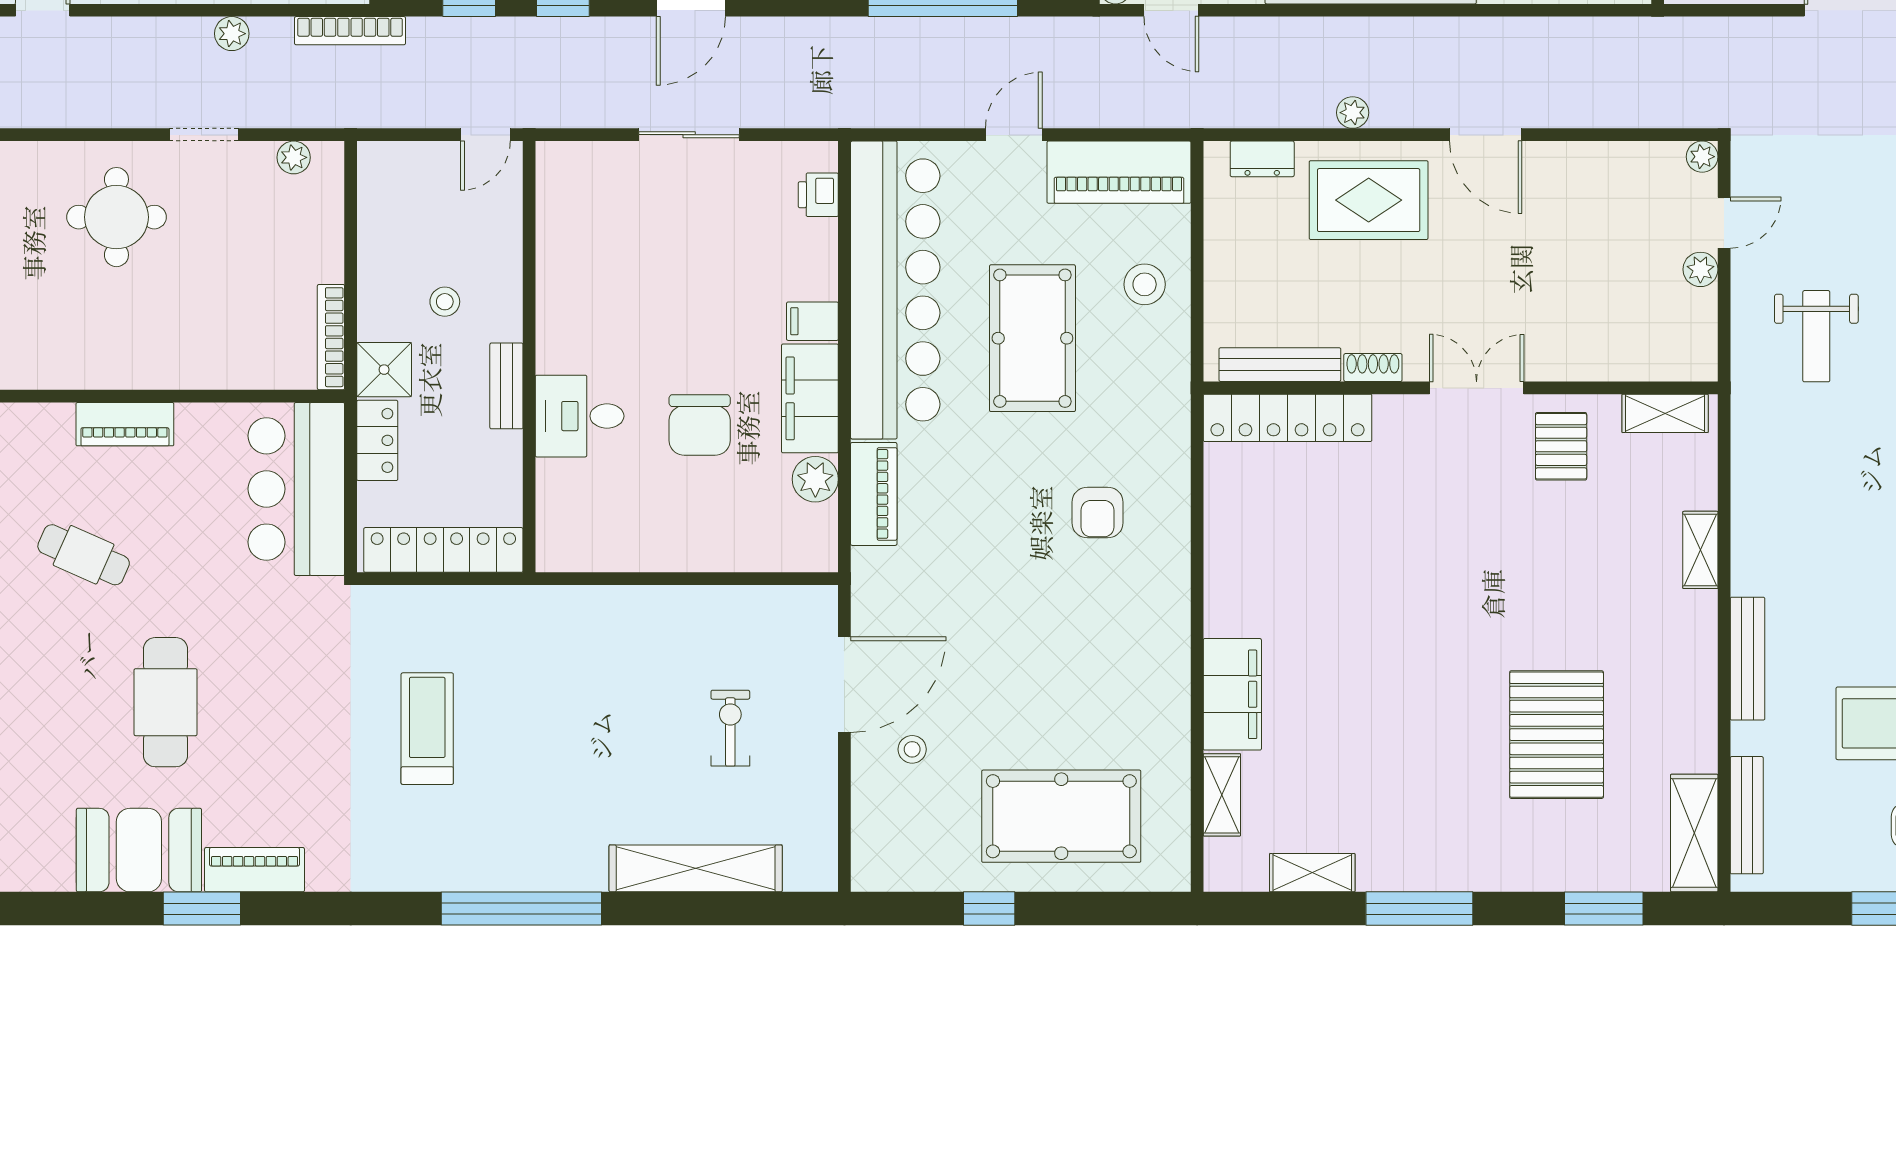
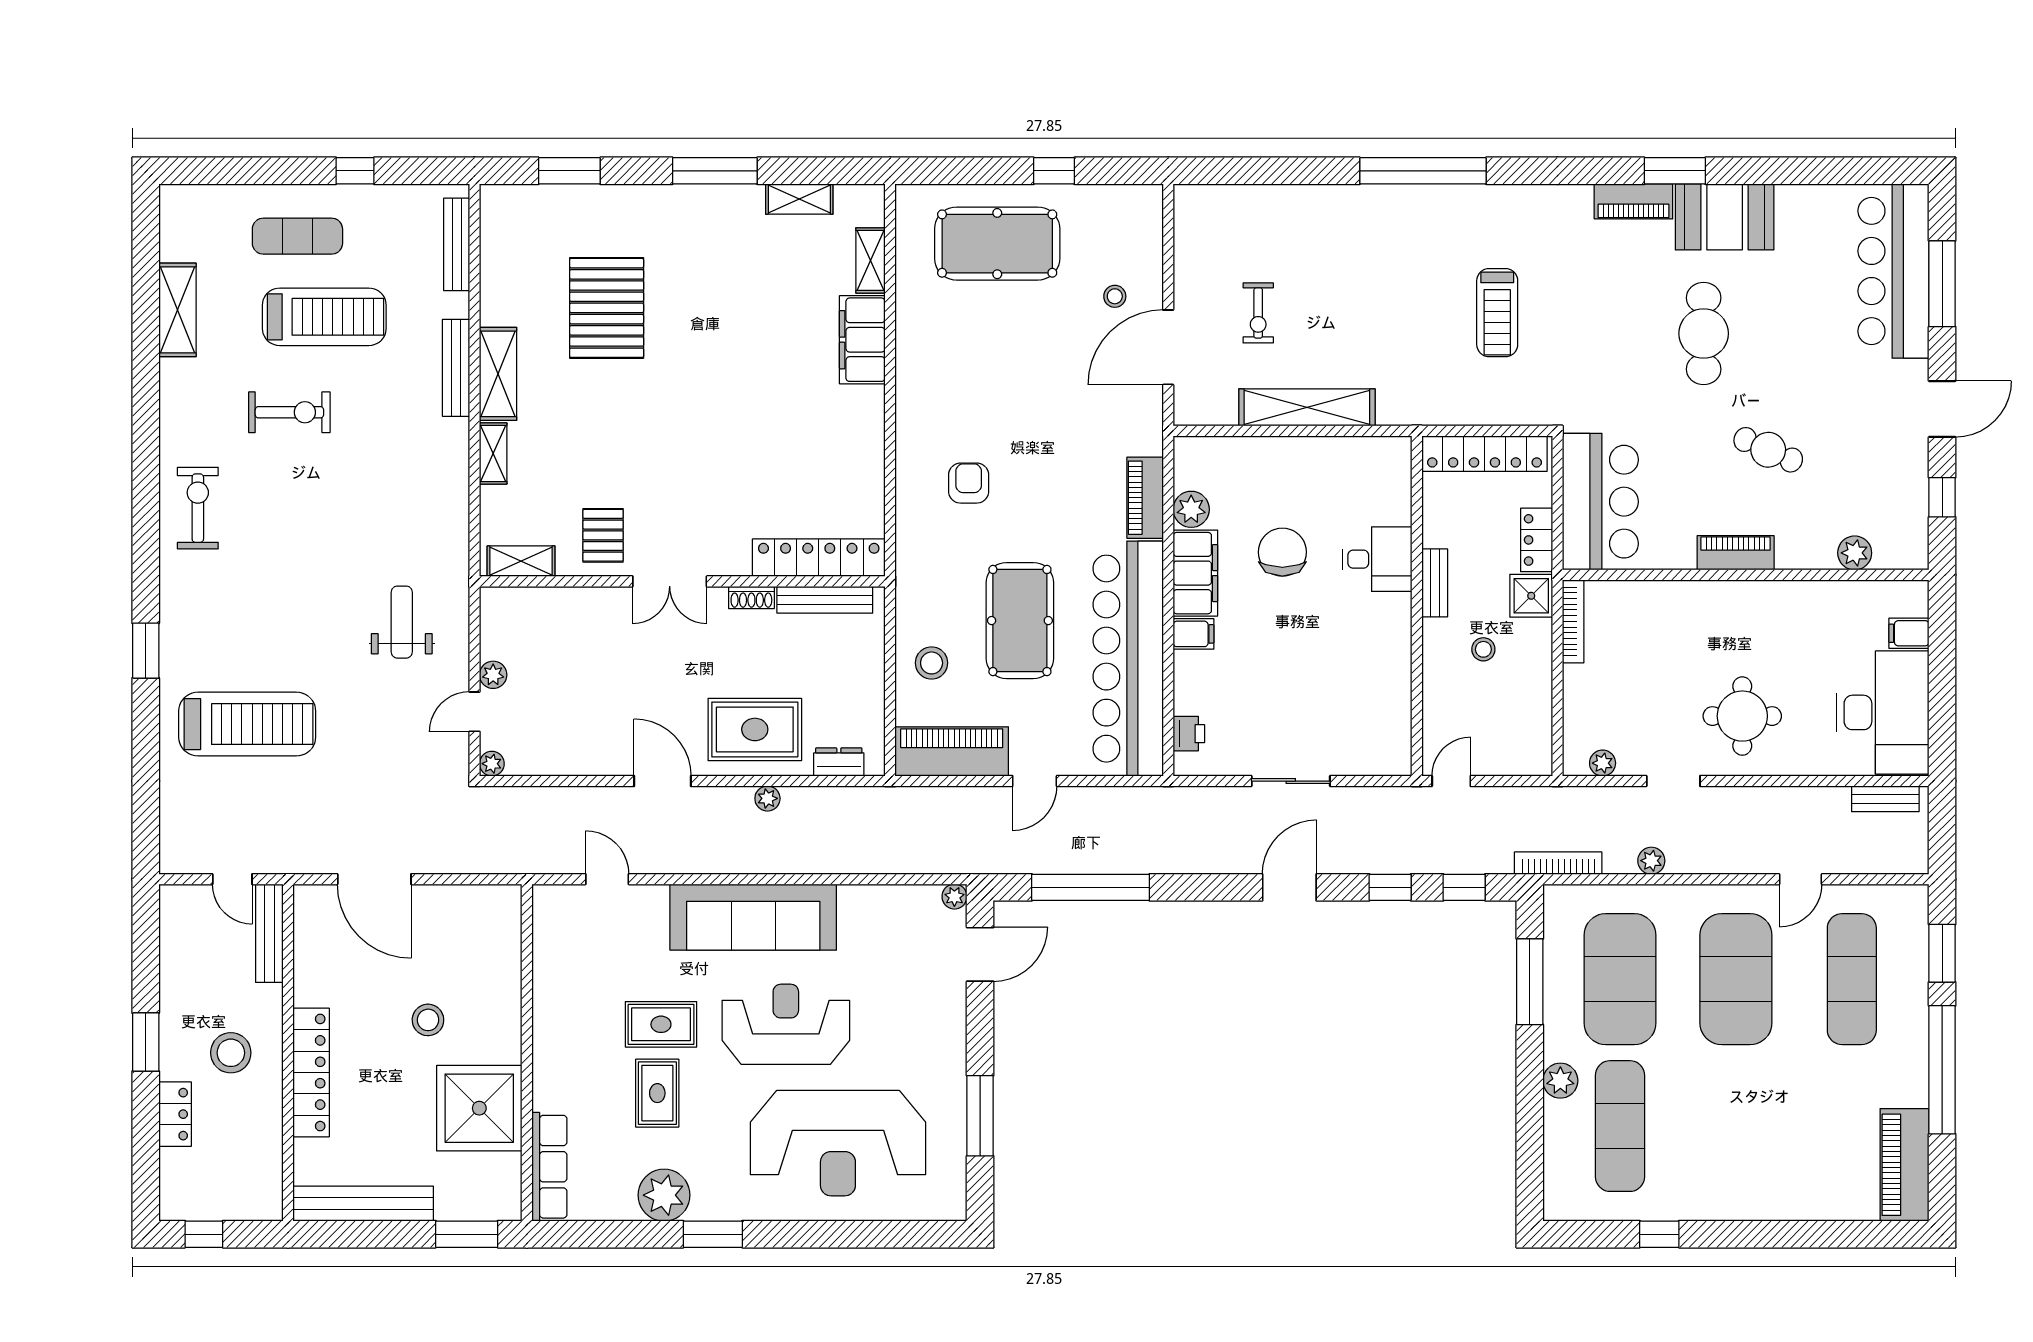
door: (1171, 10) -> (607, 879), moved
shelving: (1694, 833) -> (498, 374), moved
shelving: (696, 868) -> (1307, 407), moved

